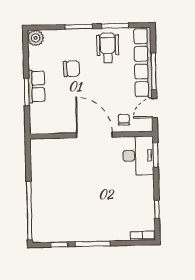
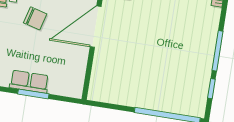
chair: (71, 69) -> (35, 18), moved, turned 107

